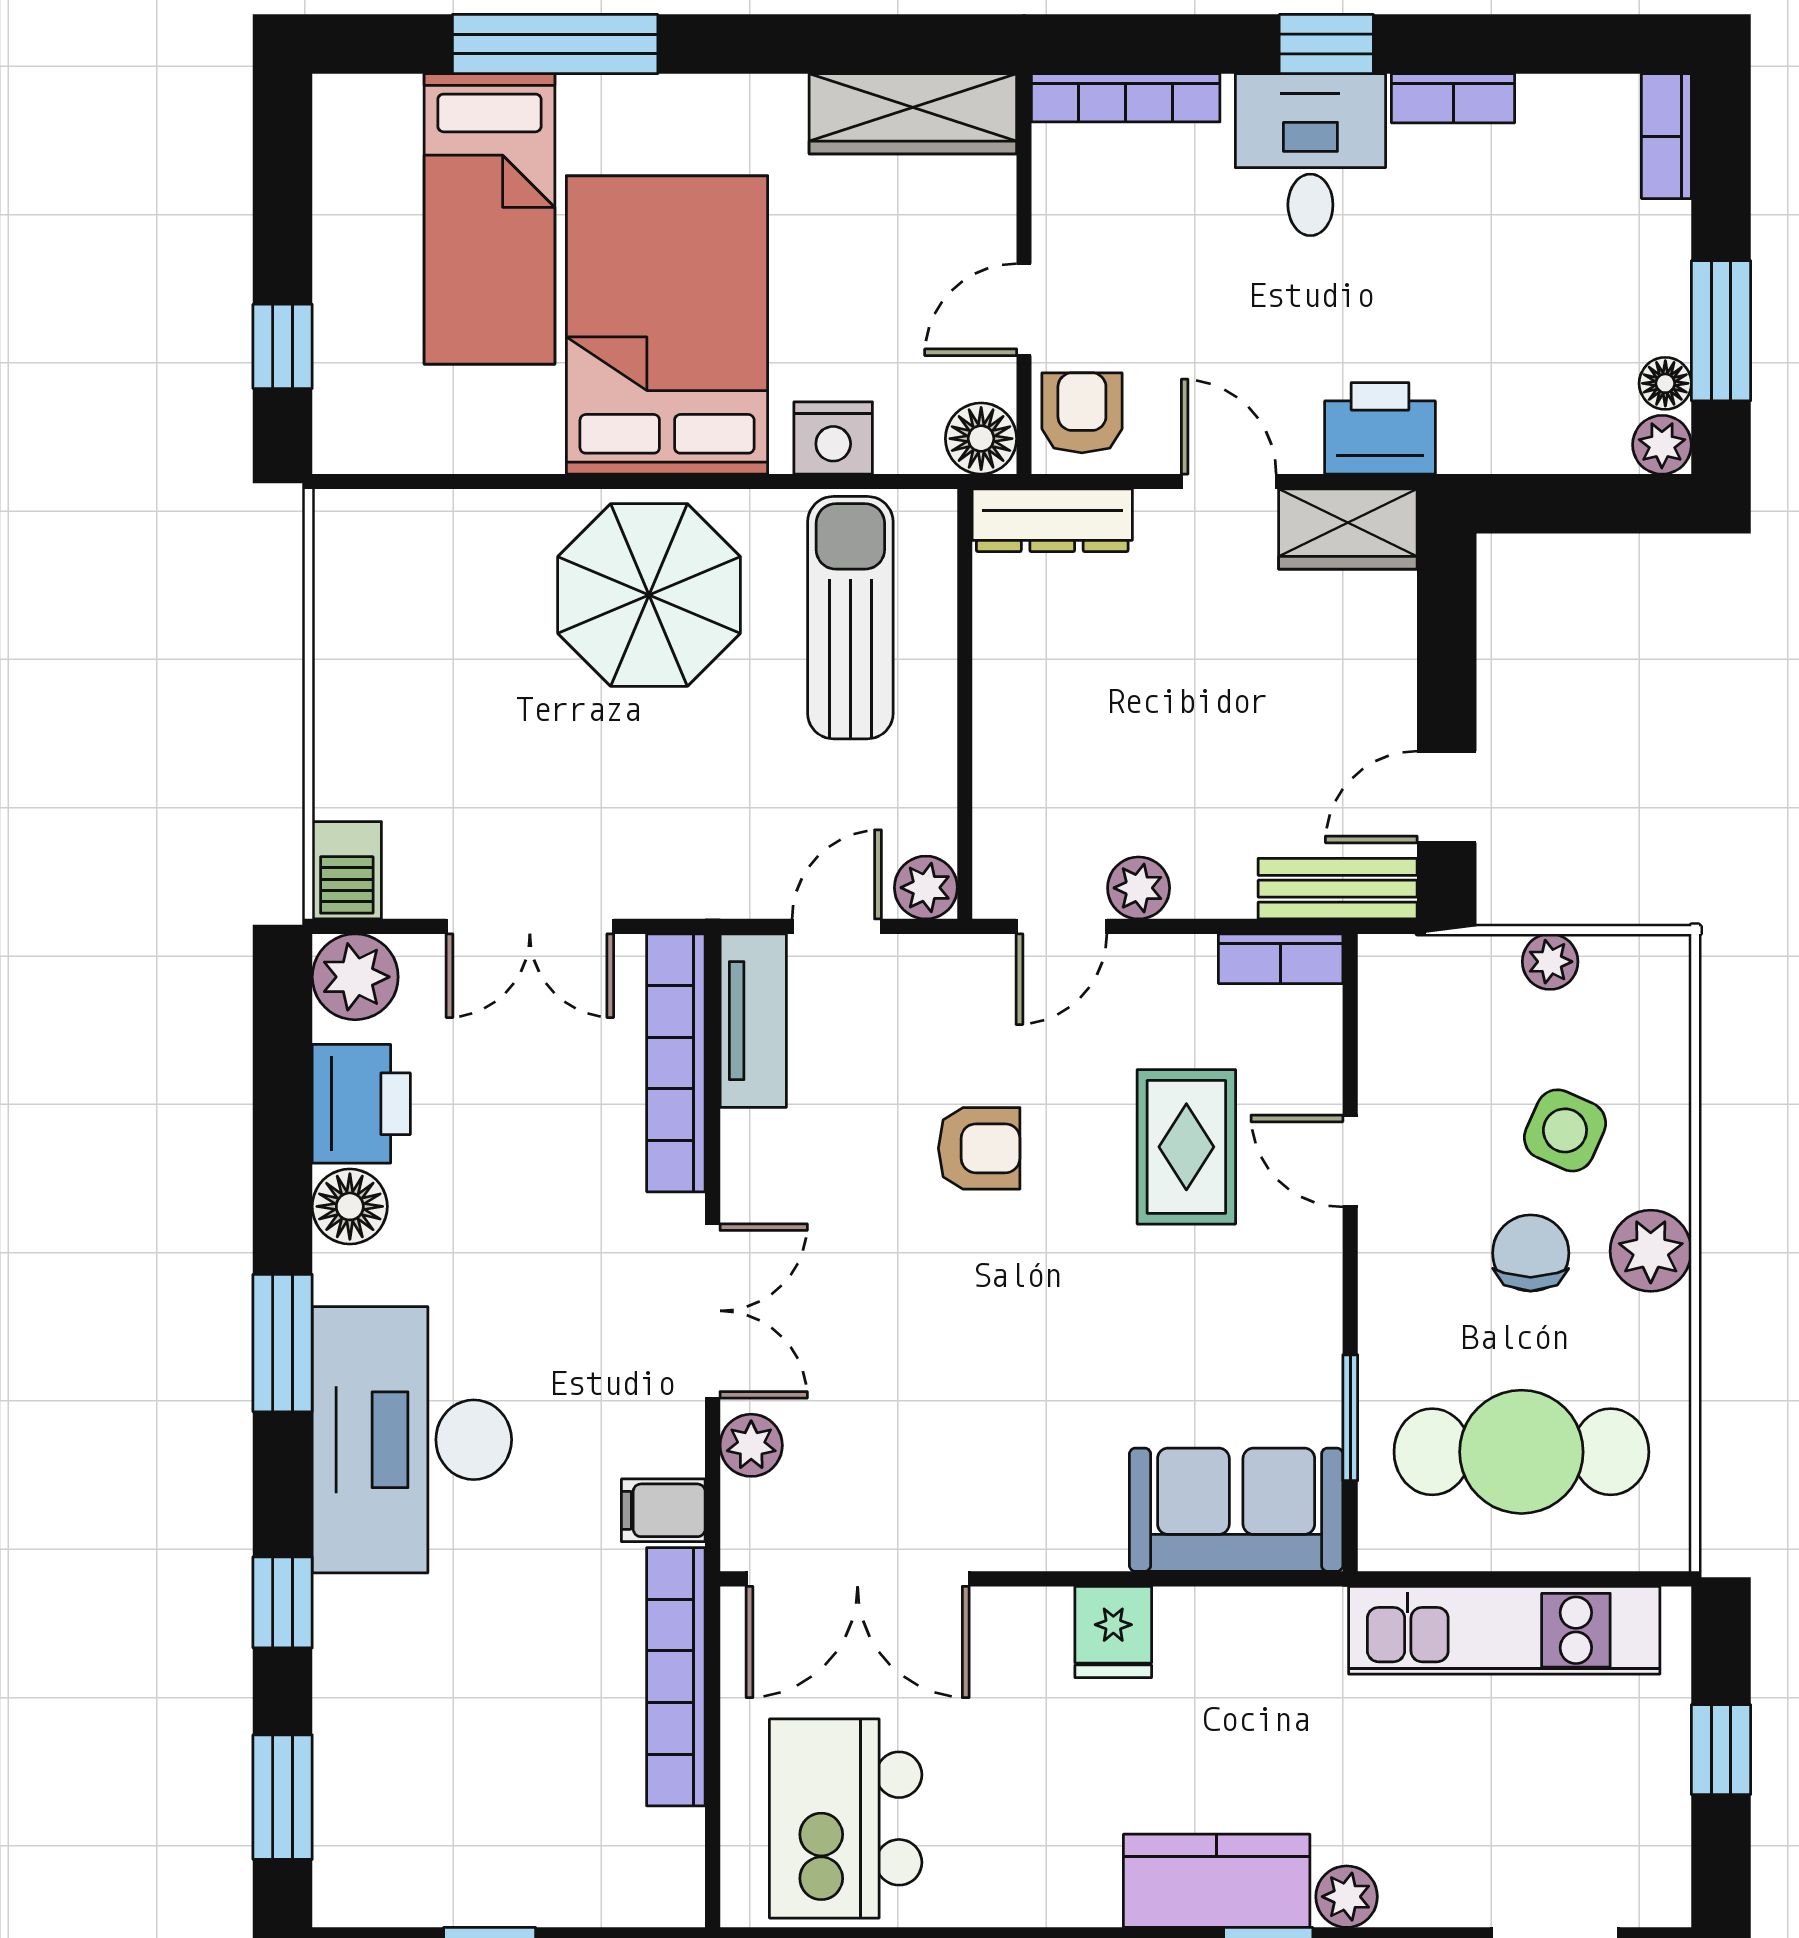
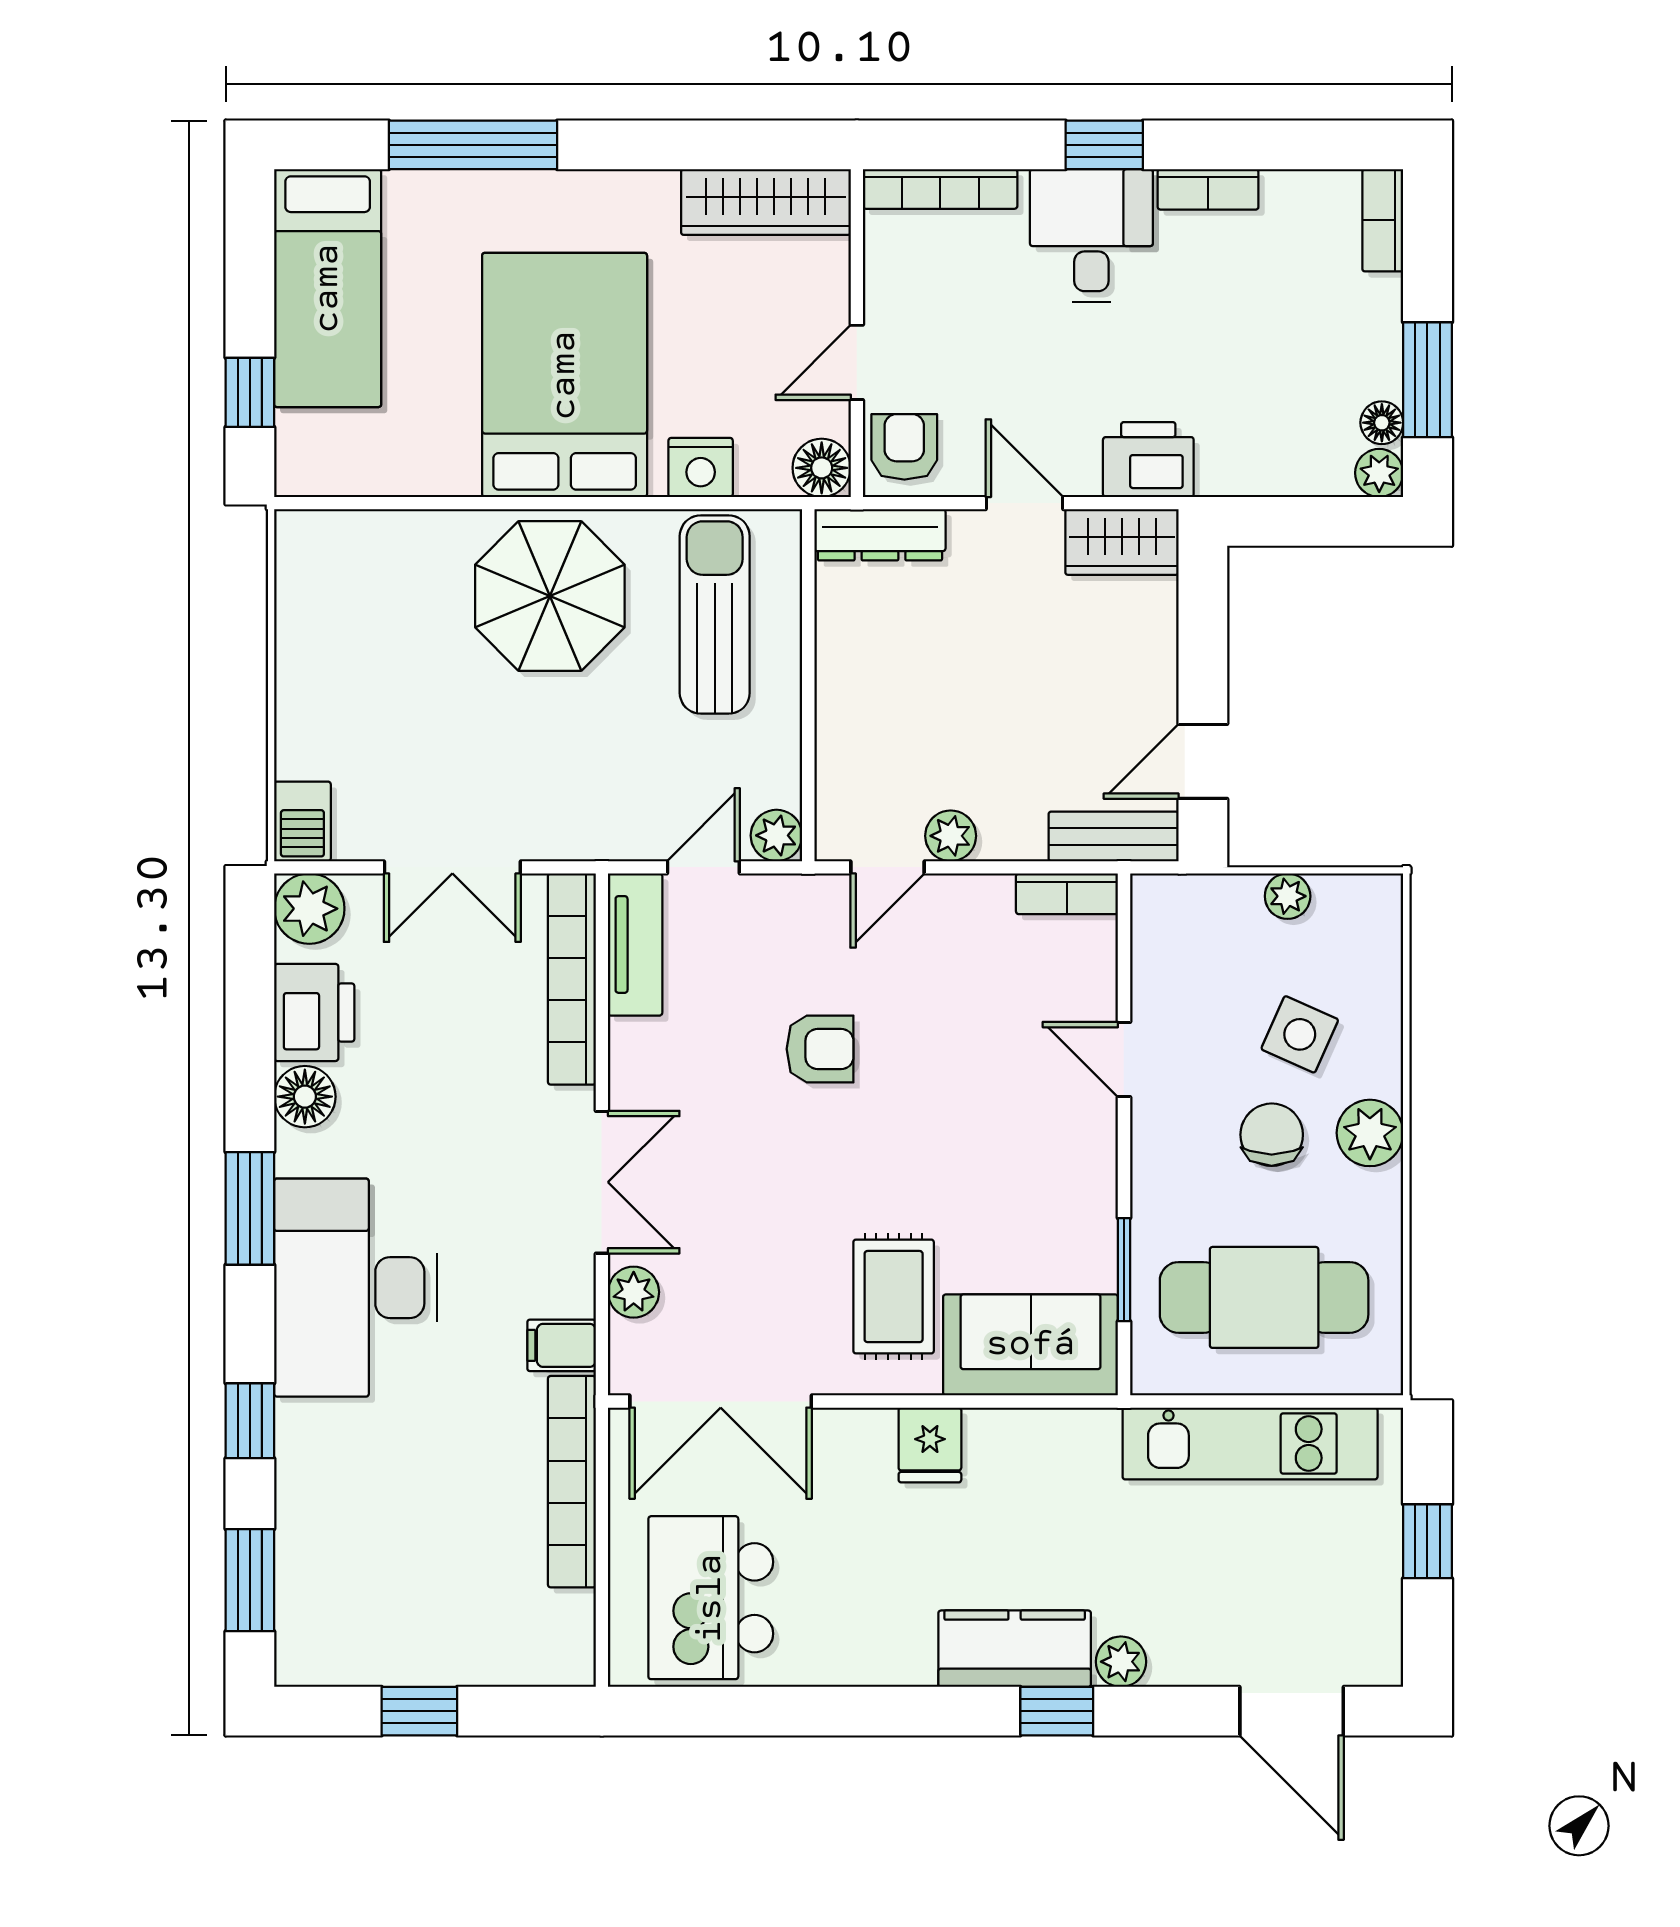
bed: (489, 219) -> (328, 288), moved
rug: (1186, 1147) -> (894, 1297), moved

